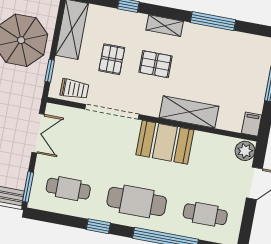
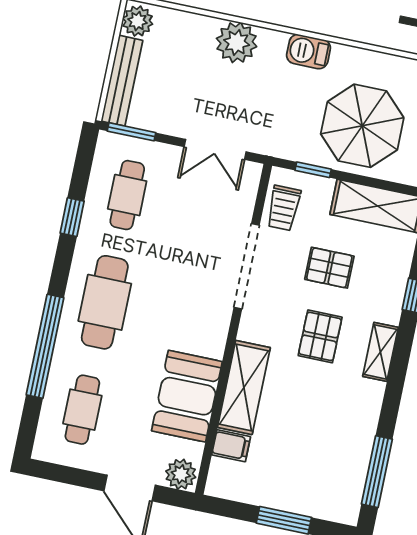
window: (213, 21) -> (377, 472), moved
filing cabinet: (252, 124) -> (231, 446), moved
booth: (165, 142) -> (187, 396), moved
window: (98, 226) -> (72, 217), moved

